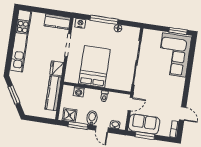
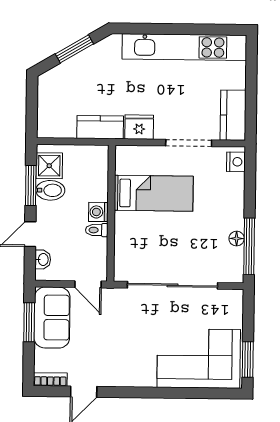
window: (104, 20) -> (249, 246), moved
bed: (94, 66) -> (154, 193), width x0.67
washing machine: (79, 92) -> (98, 212), moved
kitchen counter: (53, 93) -> (100, 127), width x0.67
bidet: (92, 118) -> (50, 190), moved

